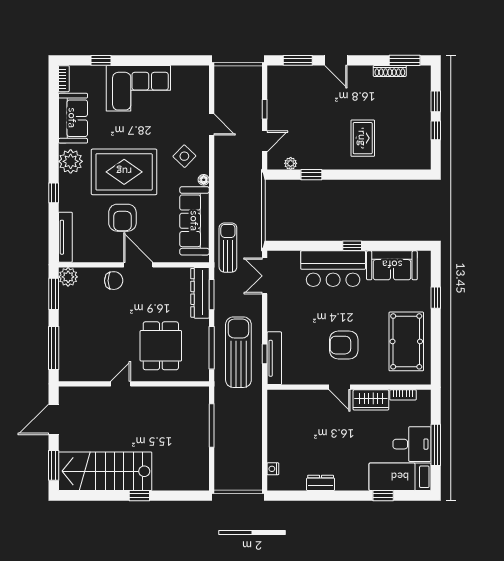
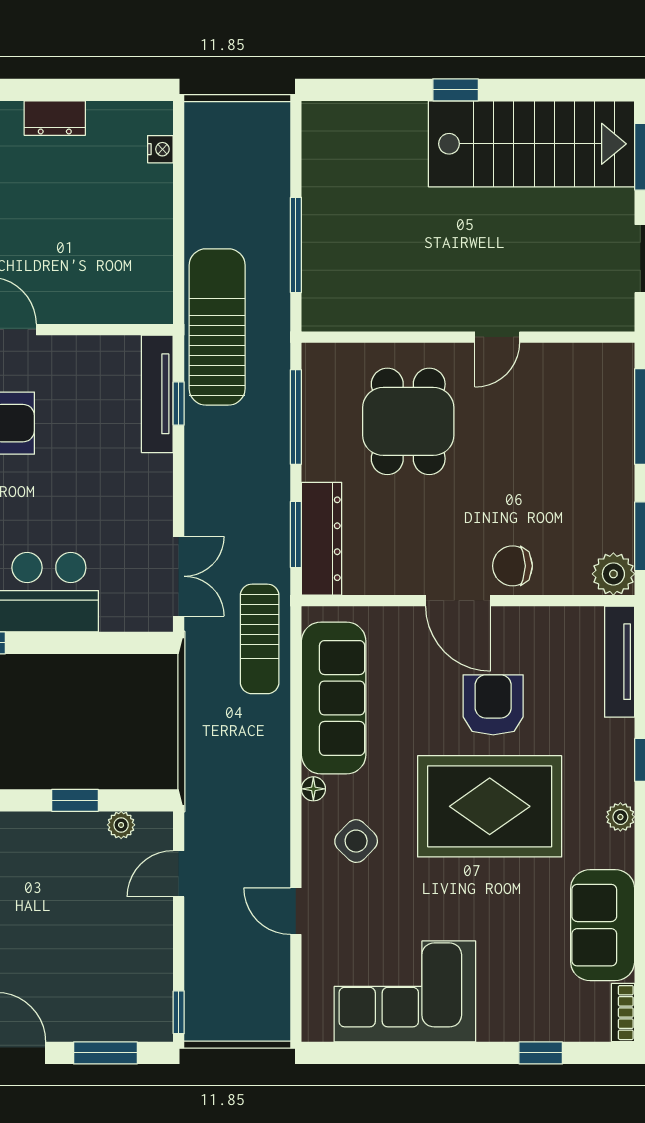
corner sofa: (138, 88) -> (405, 991), moved
window: (265, 109) -> (179, 1012), moved
plant: (71, 161) -> (620, 817), width x0.53, depth x0.53
sun lounger: (238, 352) -> (217, 327), moved, turned 180

